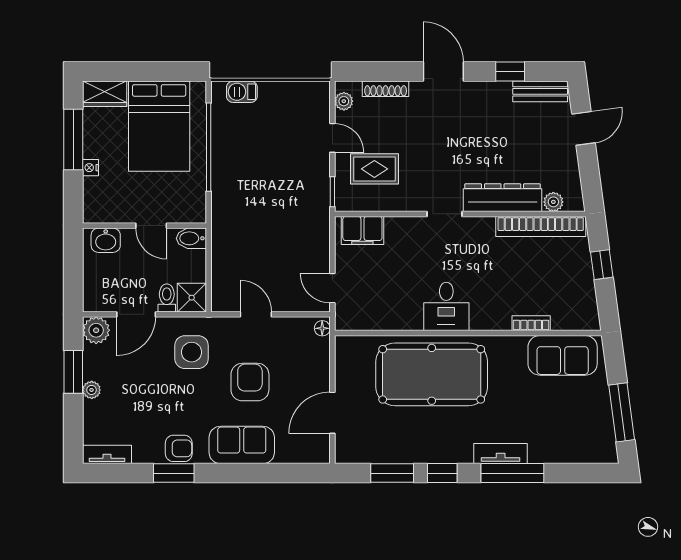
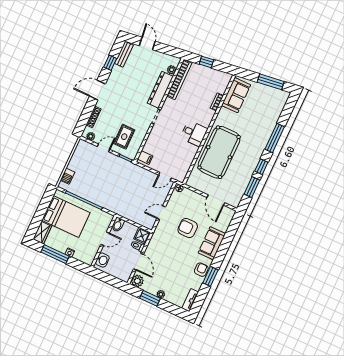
filing cabinet: (362, 230) -> (145, 158), width x0.50
side table: (192, 352) -> (164, 246), removed
tv unit: (501, 454) -> (264, 139), removed

